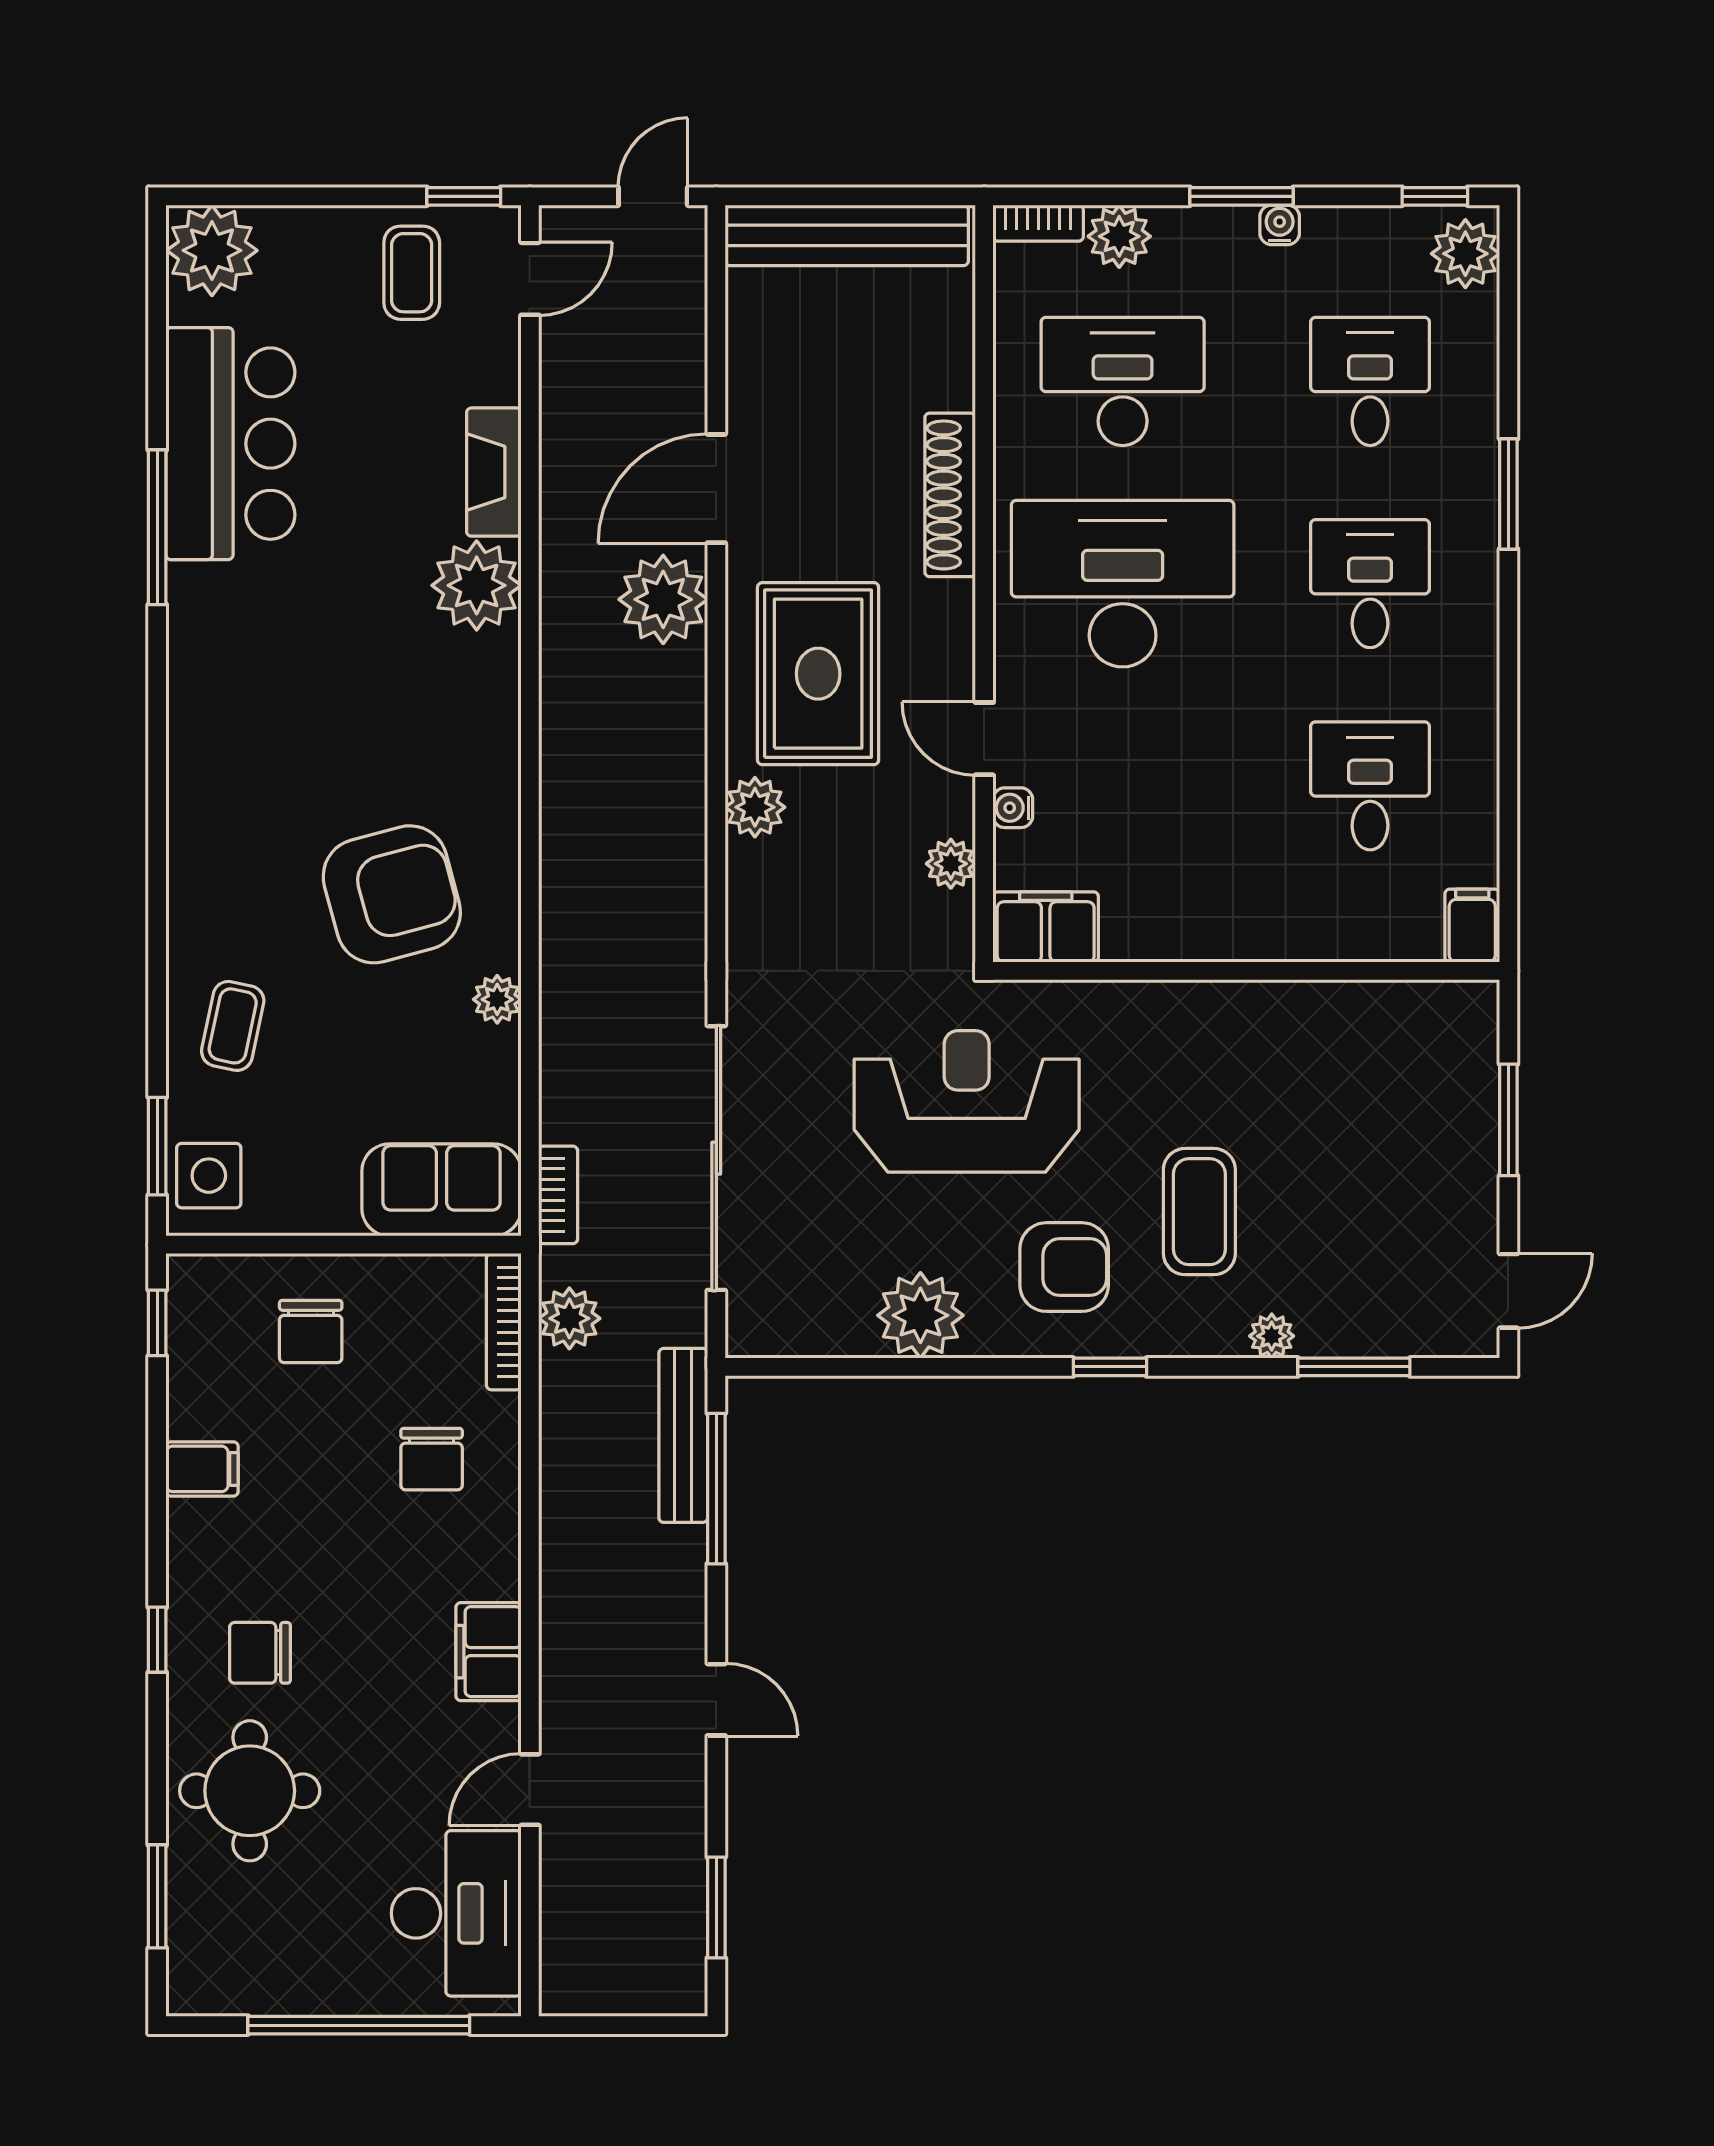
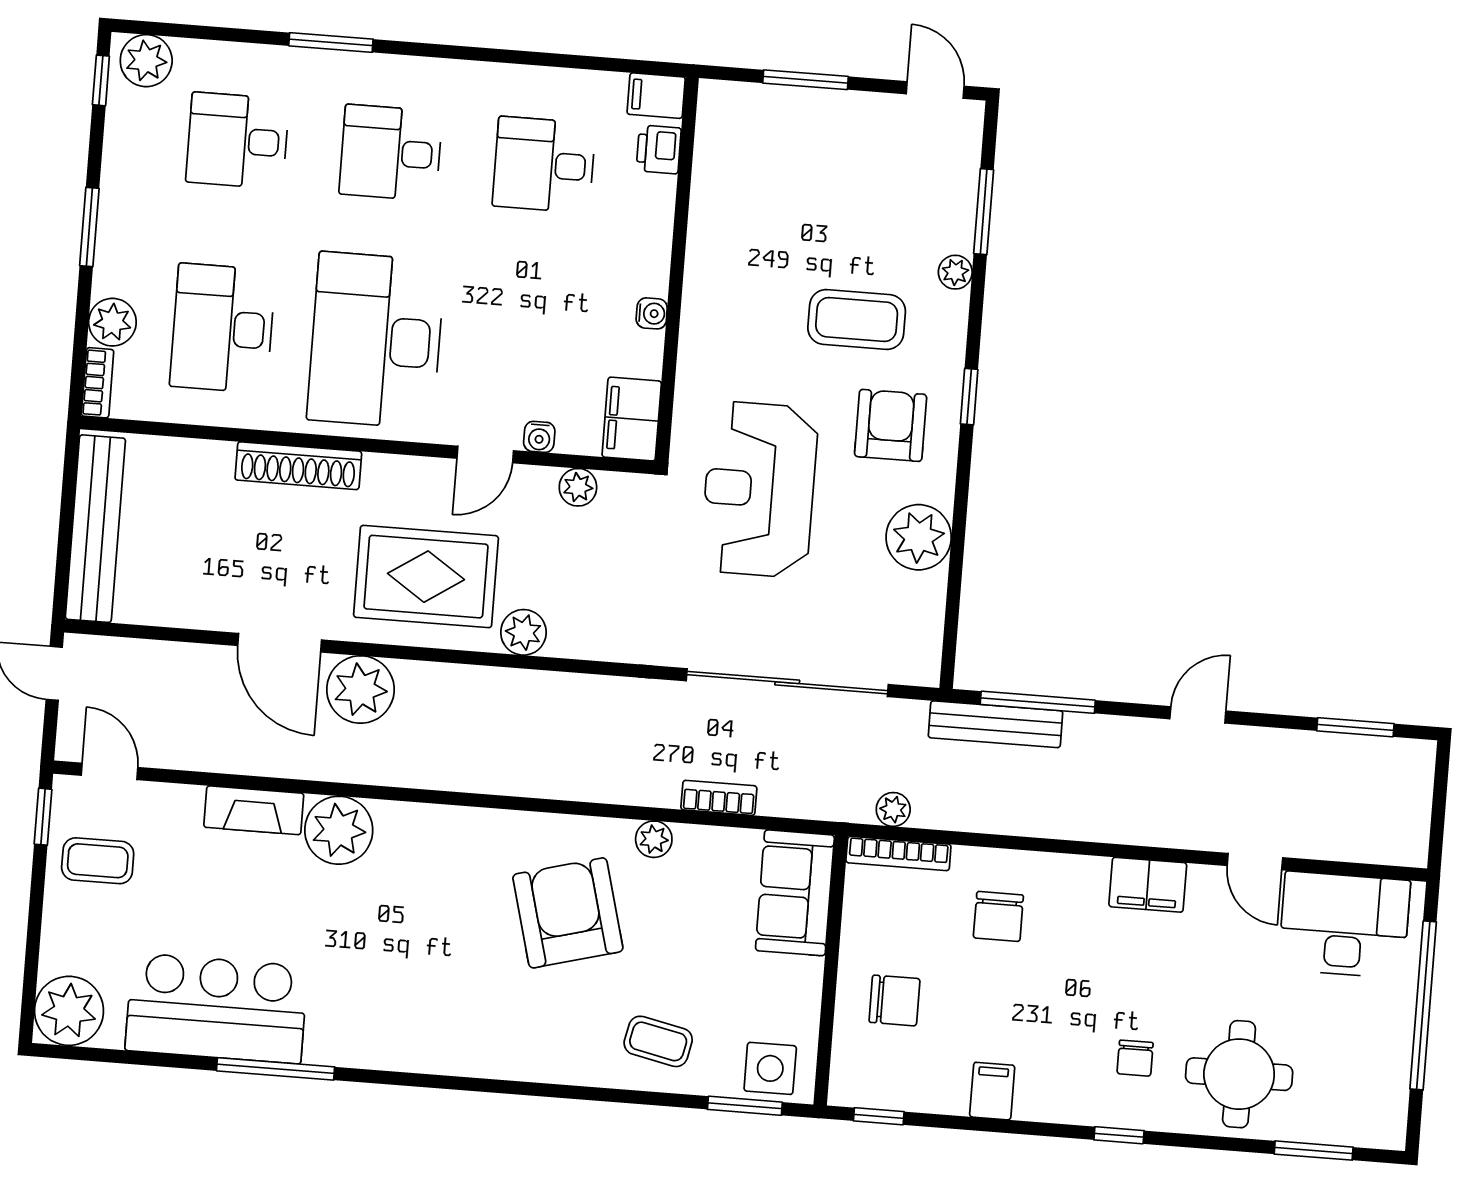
water cooler: (1280, 225) -> (652, 313), moved, turned 180
printer: (1402, 935) -> (659, 149), added
bookcase: (558, 1195) -> (719, 798), moved
plant: (569, 1318) -> (893, 809), width x0.73, depth x0.73
chair: (432, 1459) -> (998, 916), turned 90
chair: (260, 1653) -> (1135, 1058), width x0.73, depth x0.73

